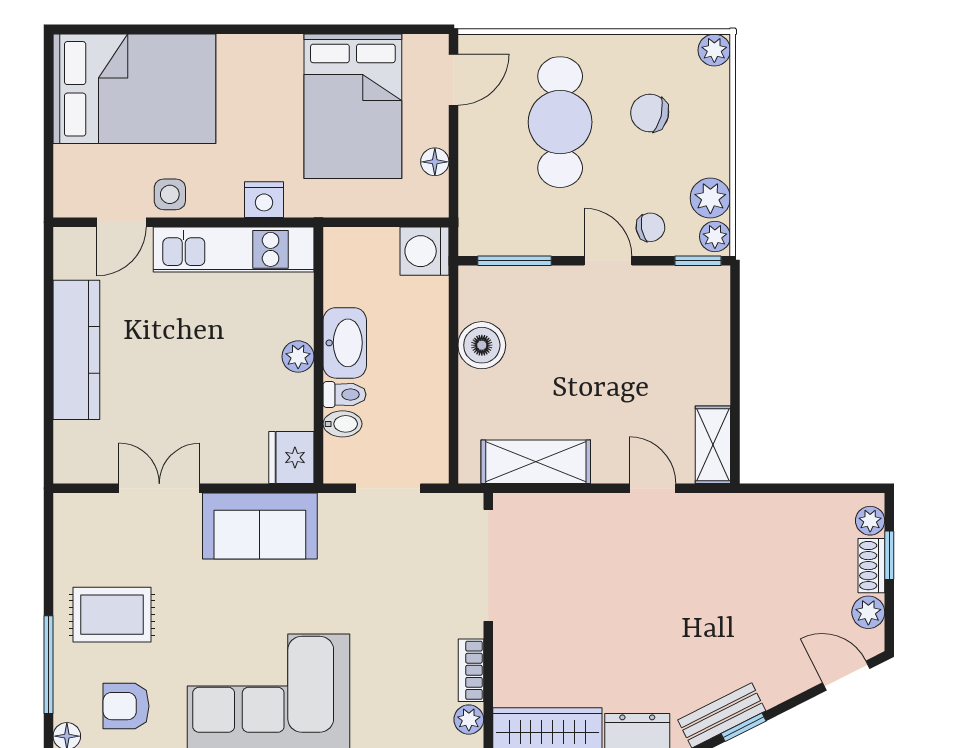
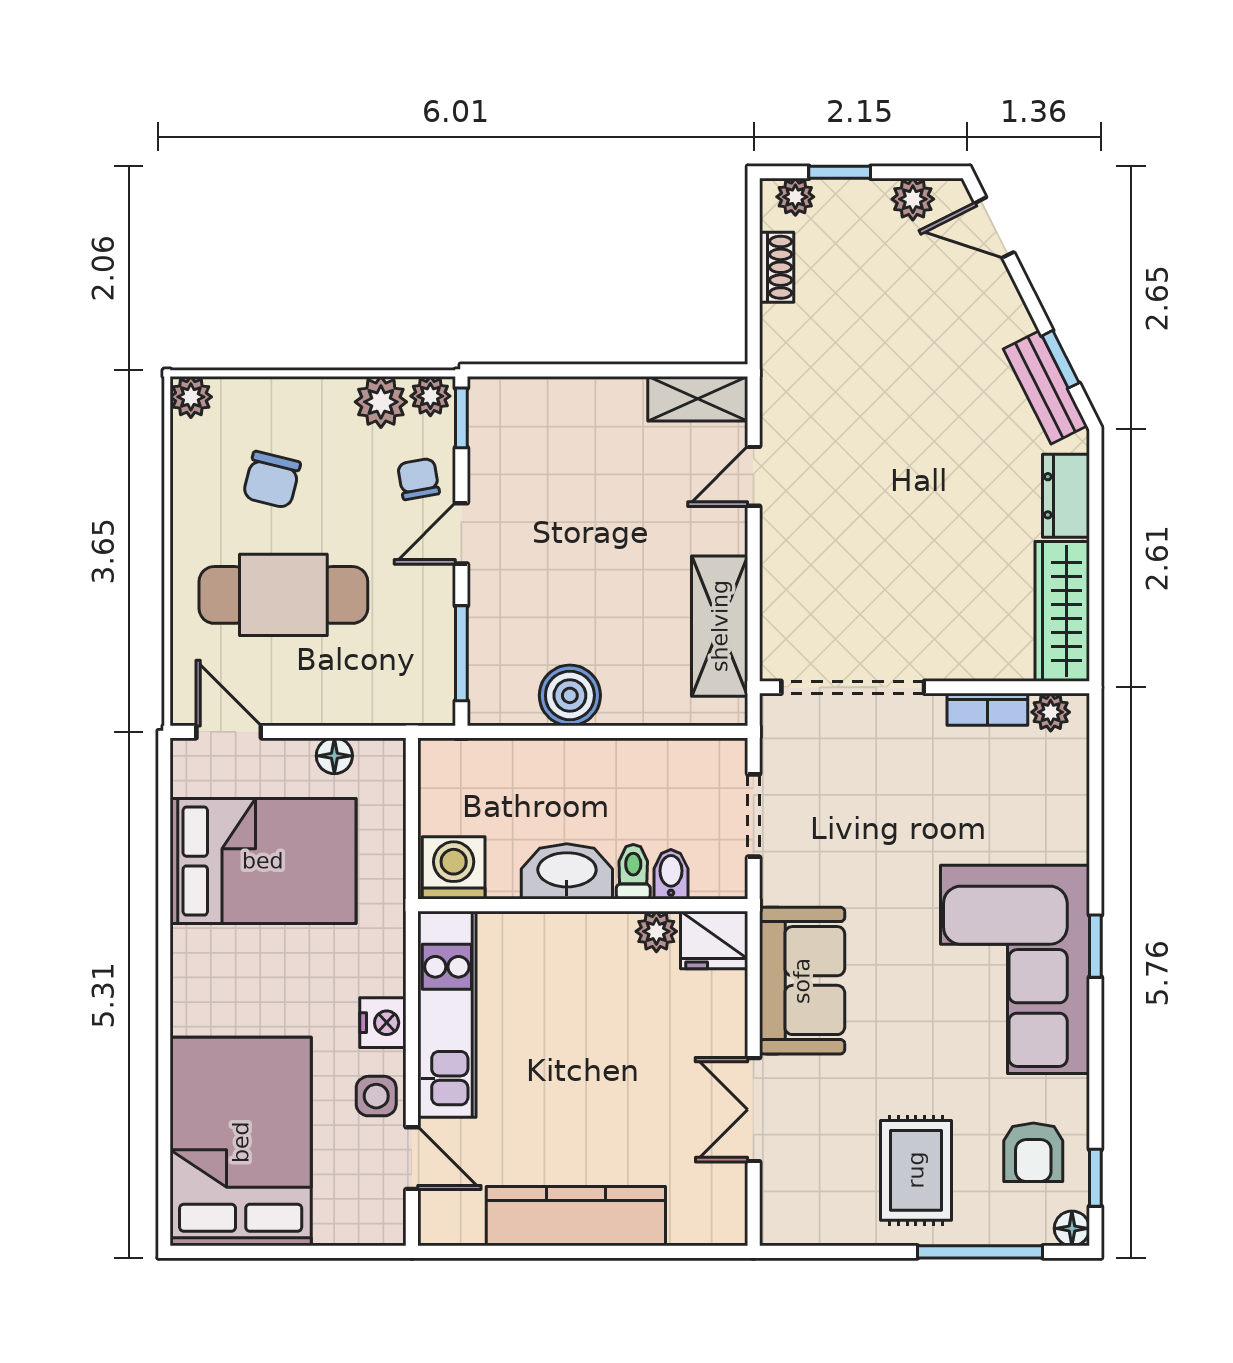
nightstand: (264, 200) -> (383, 1023), moved
washing machine: (424, 251) -> (454, 868), moved, turned 180
plant: (298, 357) -> (656, 931), moved
shoe rack: (871, 566) -> (777, 267), moved, turned -90
door: (846, 676) -> (994, 228), hinge flipped

